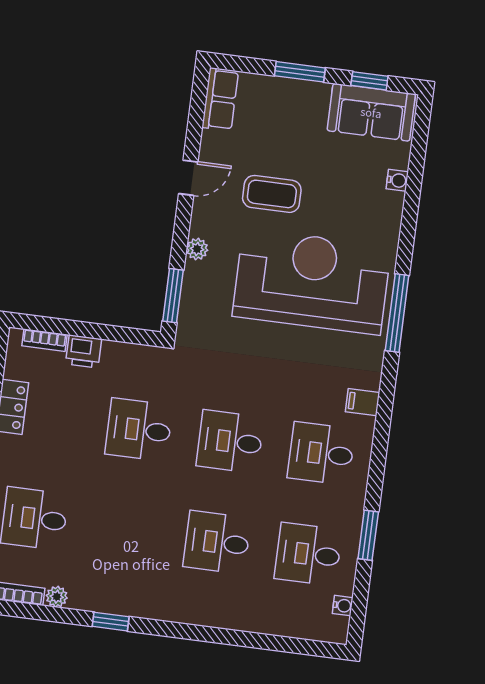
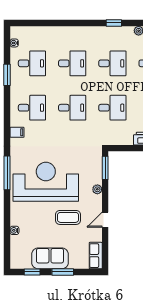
sofa: (371, 112) -> (50, 258), moved
reception desk: (312, 281) -> (46, 182), turned 180
desk: (126, 530) -> (112, 63), added

